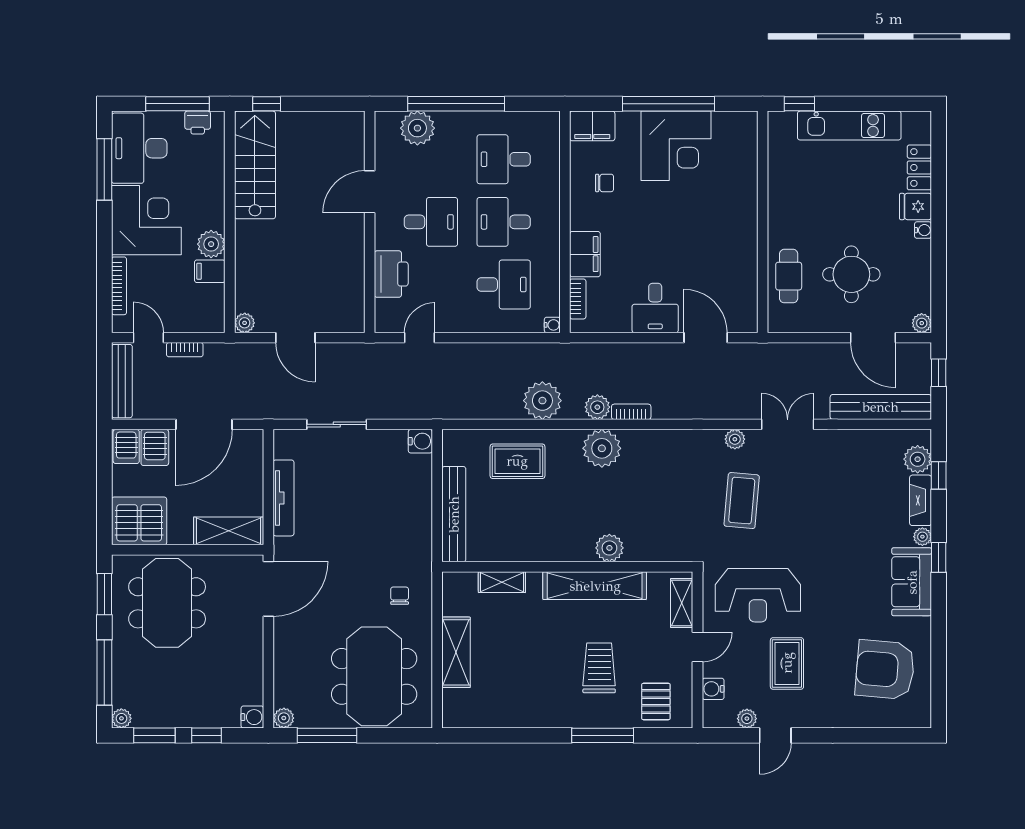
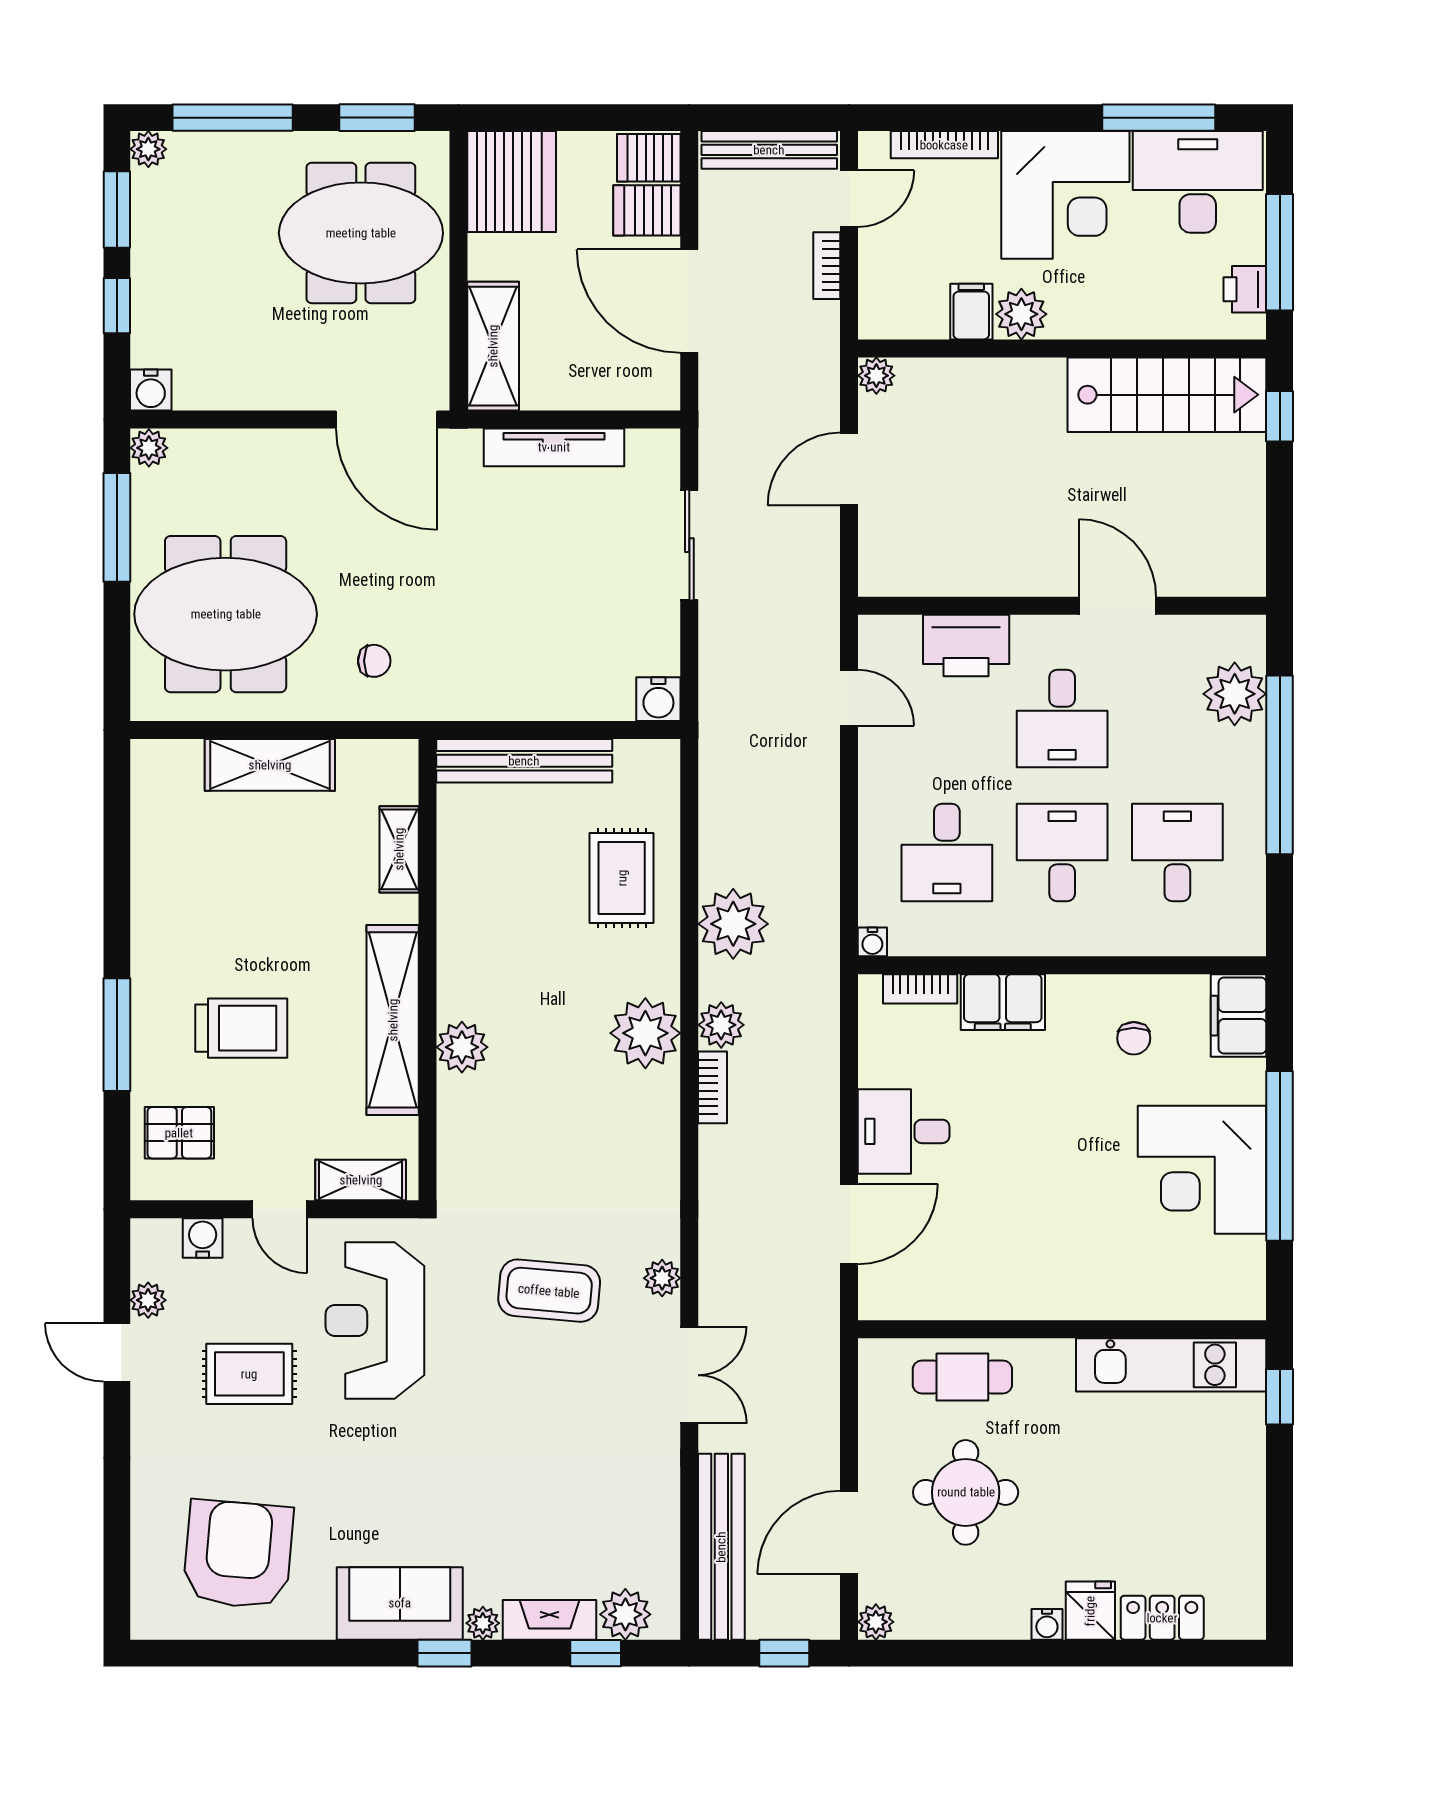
kitchen unit: (849, 126) -> (1171, 1365), moved, turned -90

